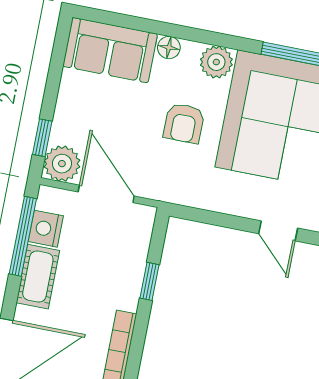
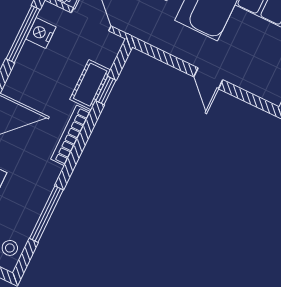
cot: (38, 277) -> (90, 85), moved

